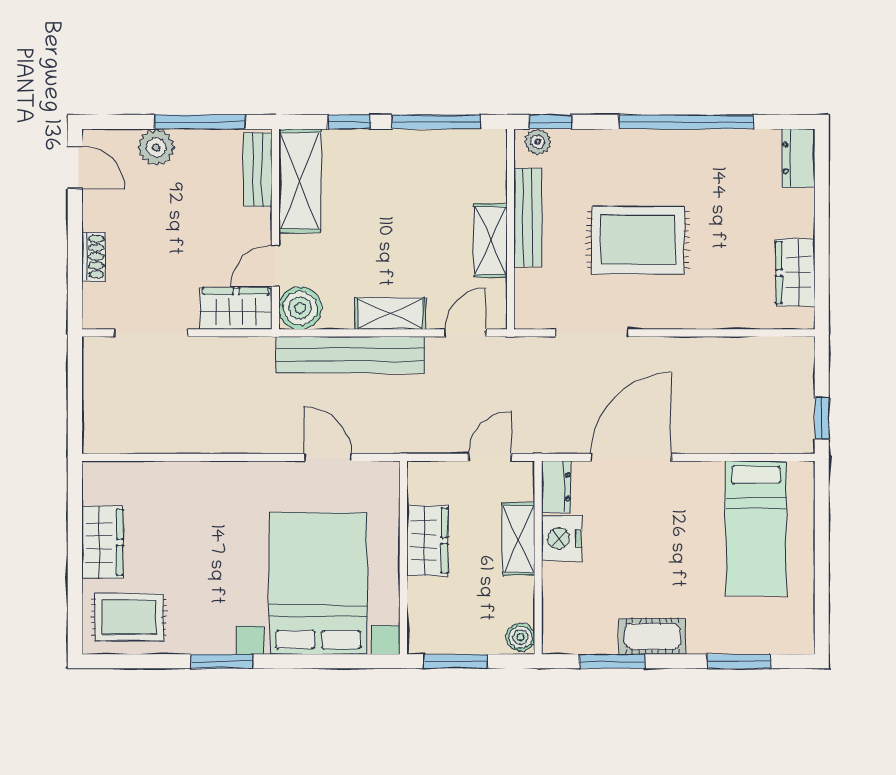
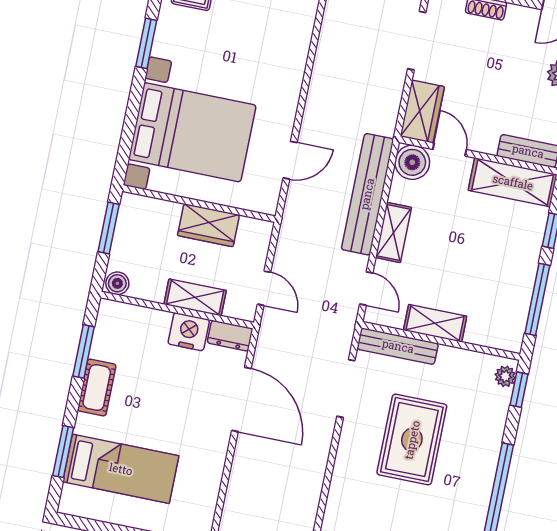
bench: (528, 217) -> (398, 346), moved
bed: (756, 528) -> (121, 469), moved, turned 180

